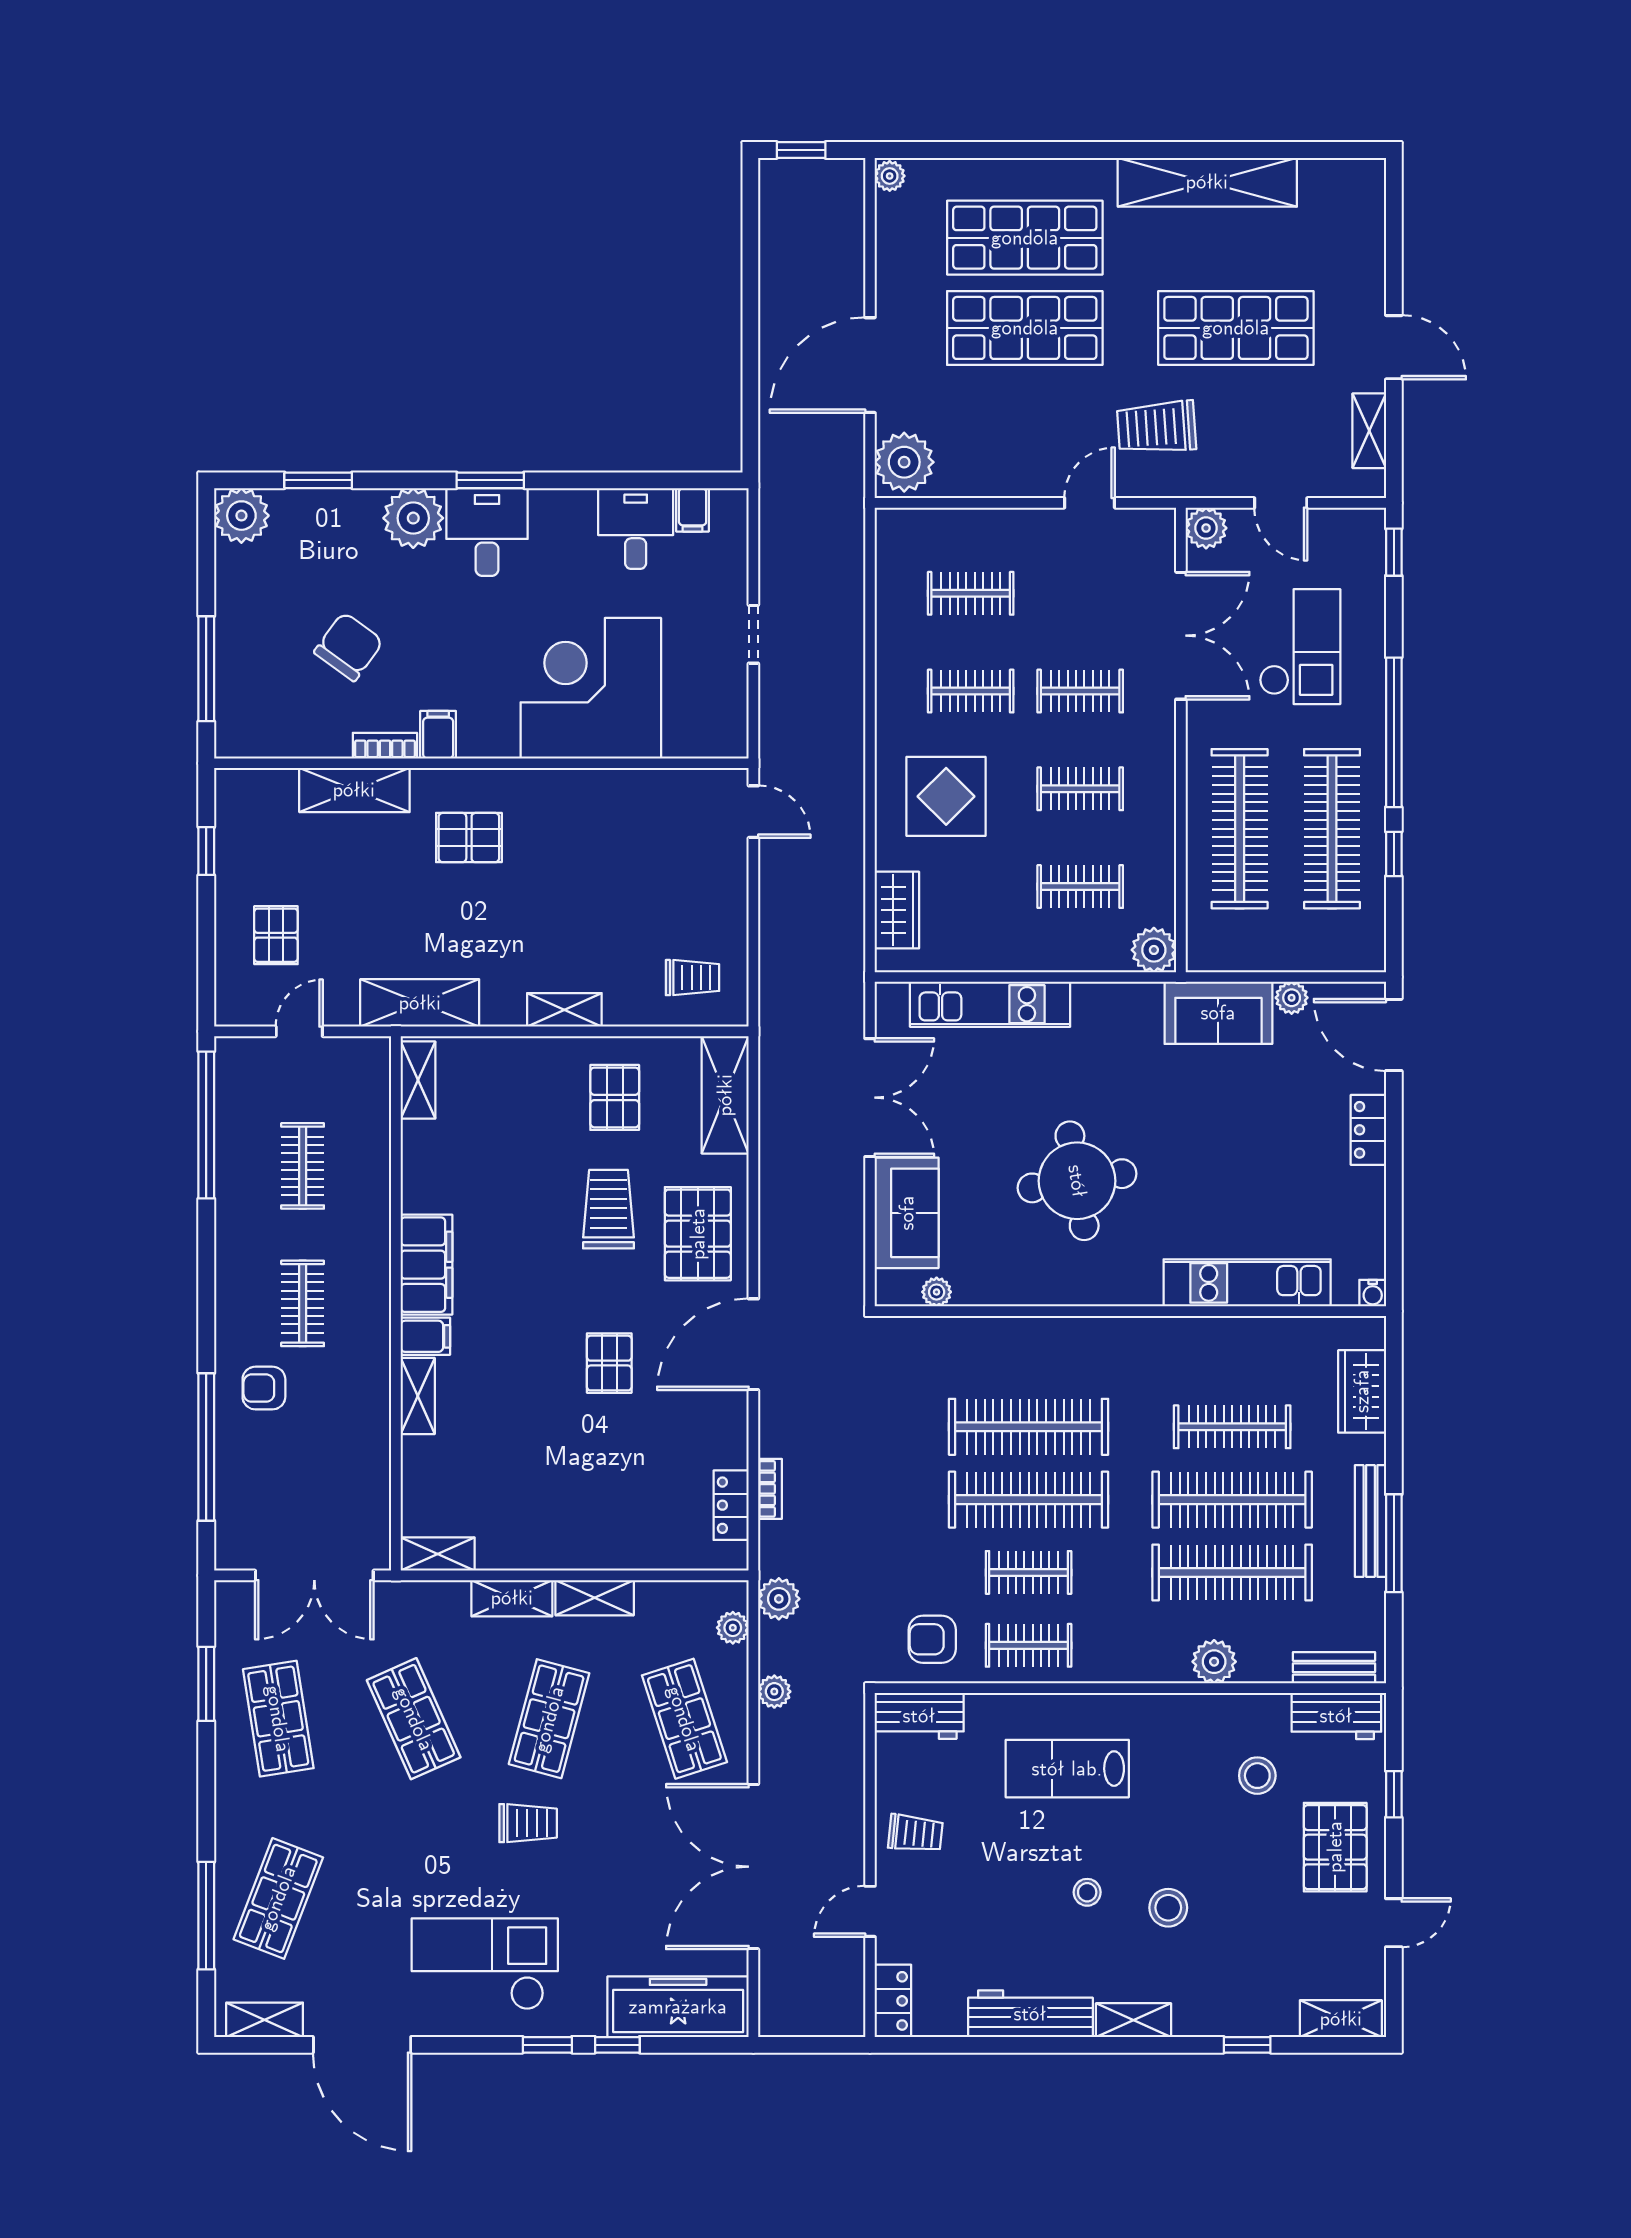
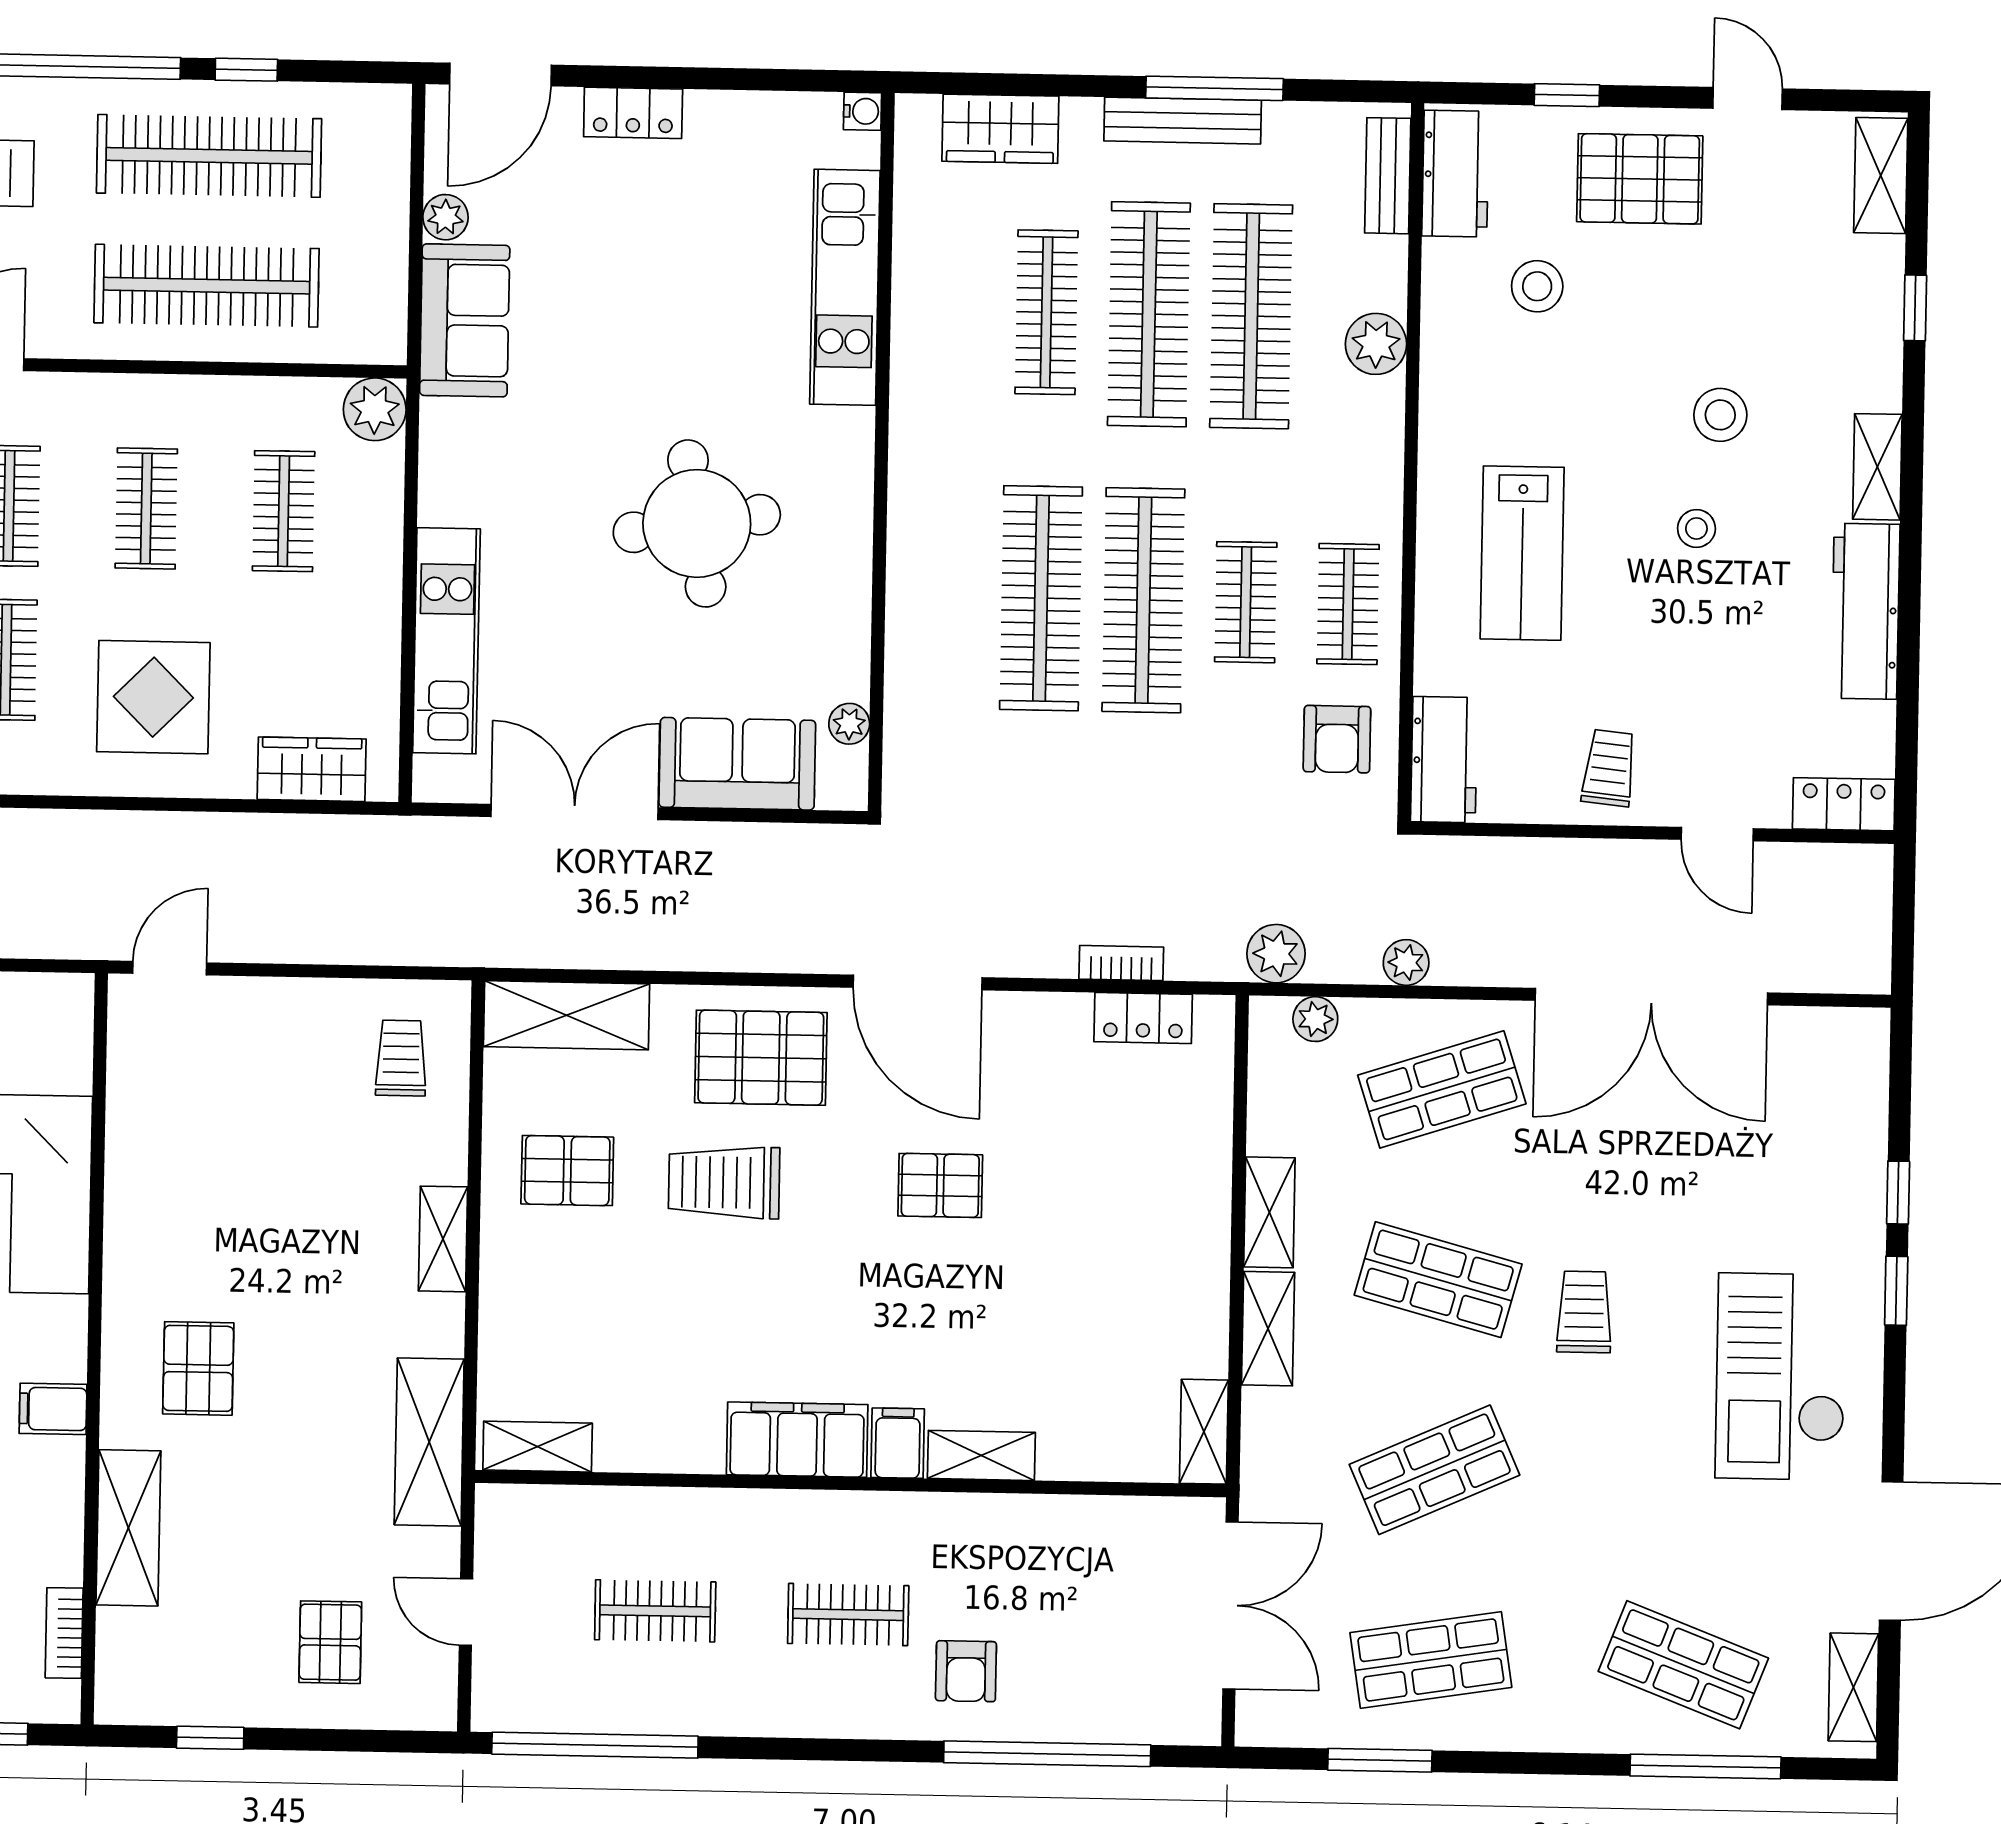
bookcase: (385, 746) -> (64, 1633), moved
pallet: (276, 935) -> (330, 1642), turned 90
freezer: (678, 2007) -> (1846, 1106), removed

